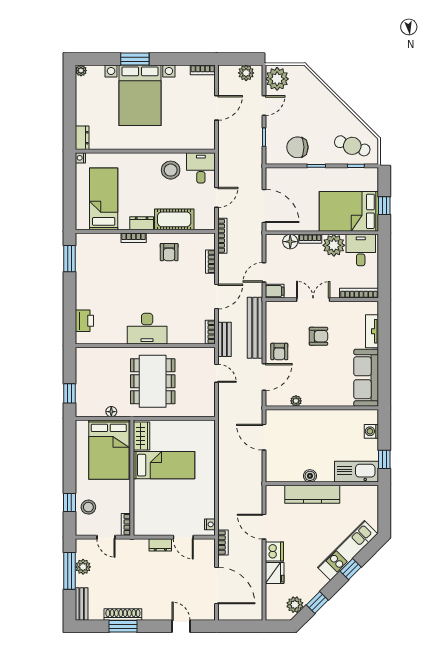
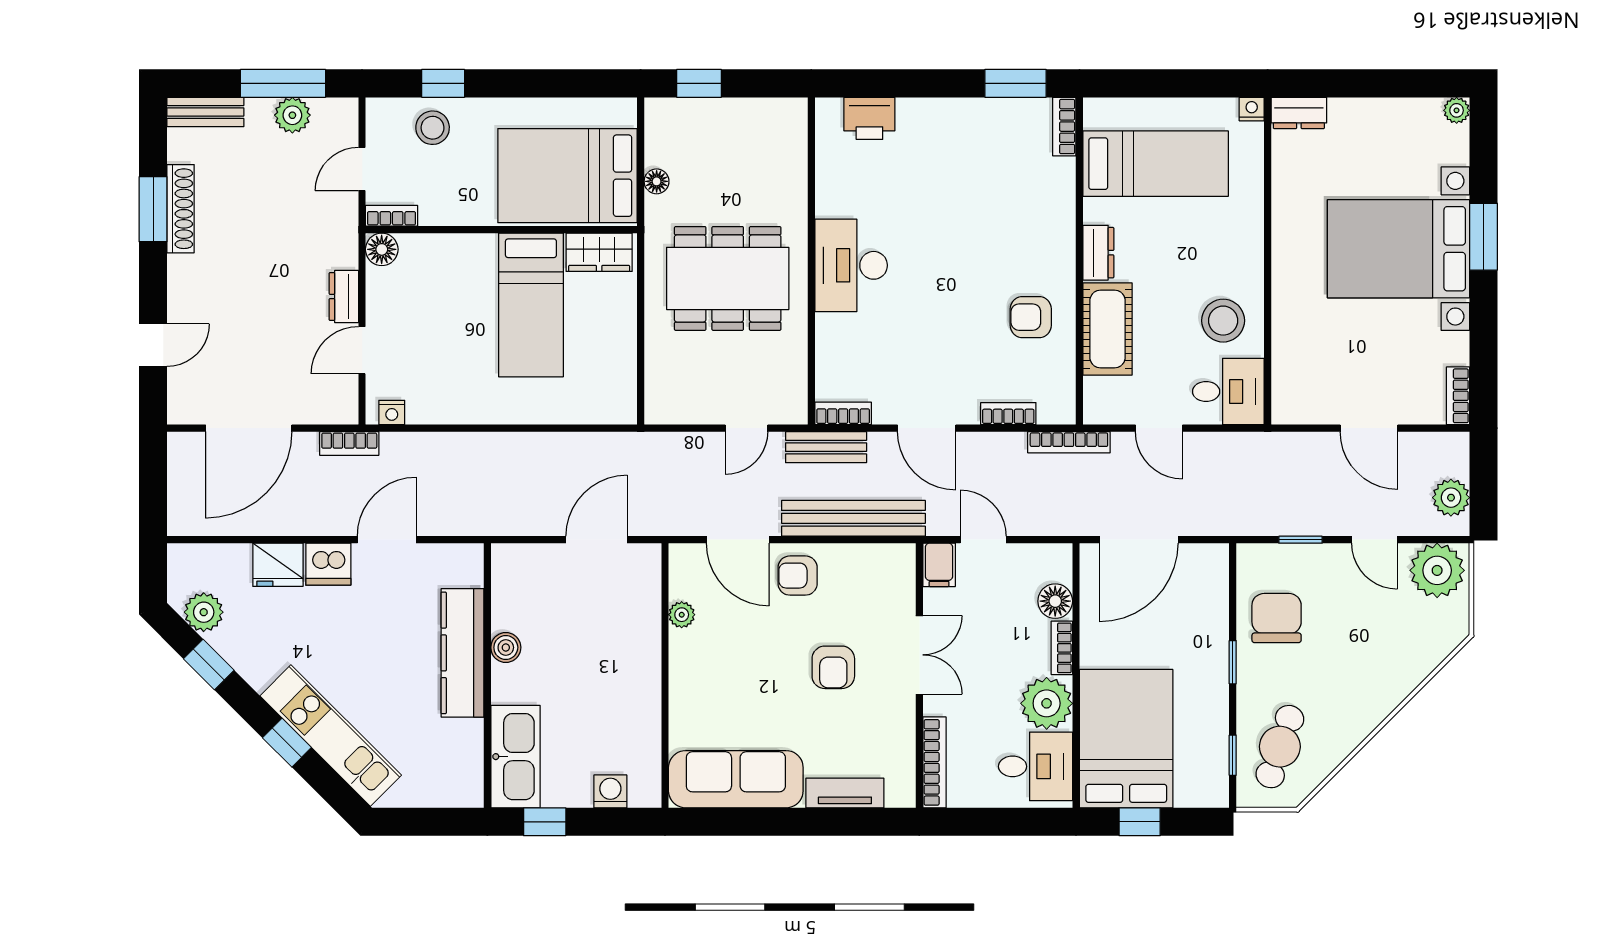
bookcase: (134, 238) -> (1064, 127), moved
floor lamp: (140, 529) -> (382, 249), added

